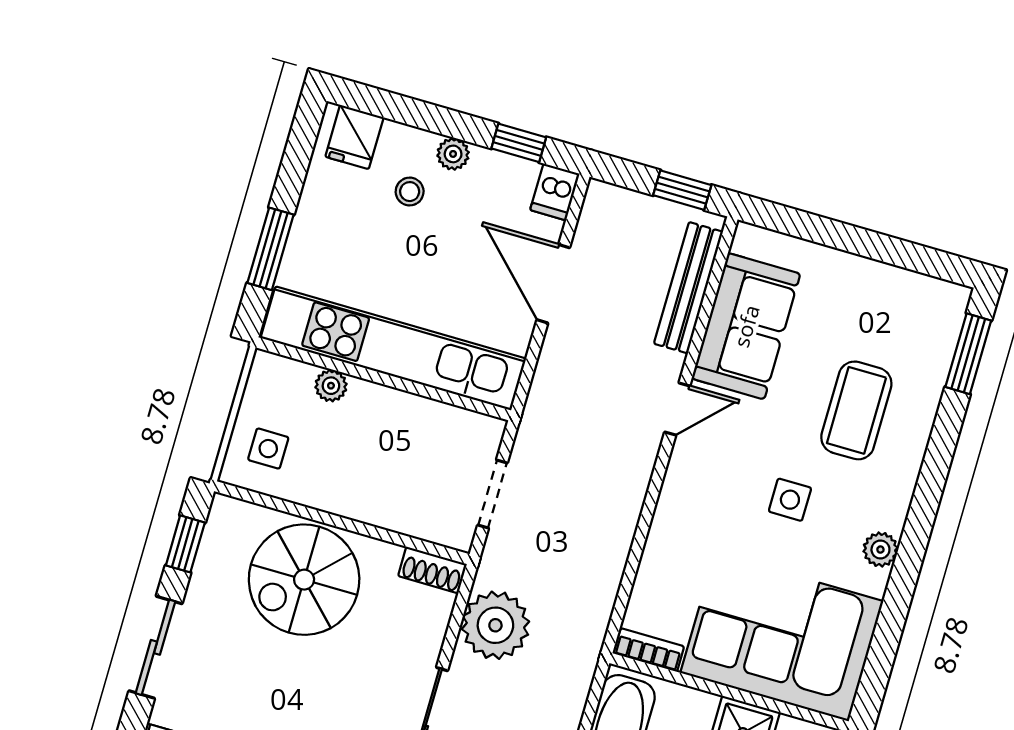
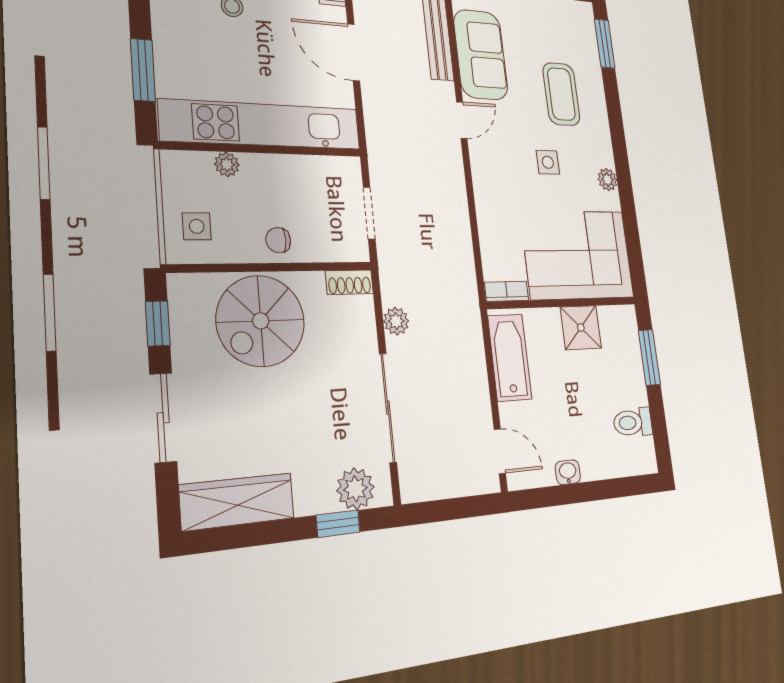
chair: (361, 493) -> (278, 240), added
plant: (495, 625) -> (396, 321), width x0.53, depth x0.53

